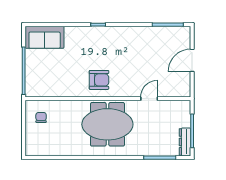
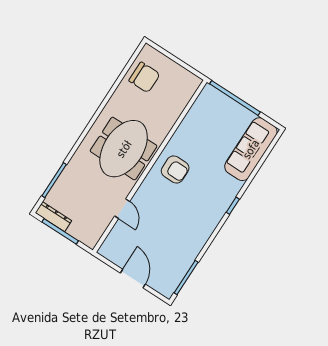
sofa: (45, 37) -> (251, 149), width x1.36
armchair: (99, 80) -> (175, 169), turned -90
chair: (41, 117) -> (144, 77), moved, width x1.87, depth x1.87

